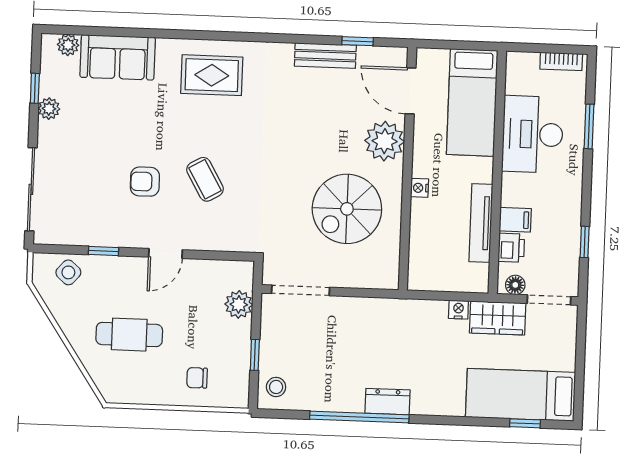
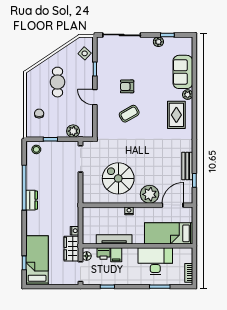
plant: (68, 45) -> (188, 95), moved
armchair: (145, 182) -> (127, 86), turned -90

